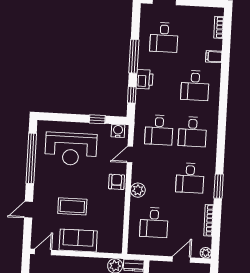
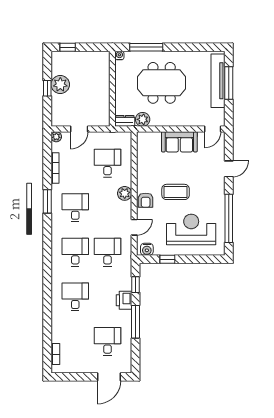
filing cabinet: (214, 57) -> (59, 326), removed
coffee table: (72, 206) -> (176, 192), moved

